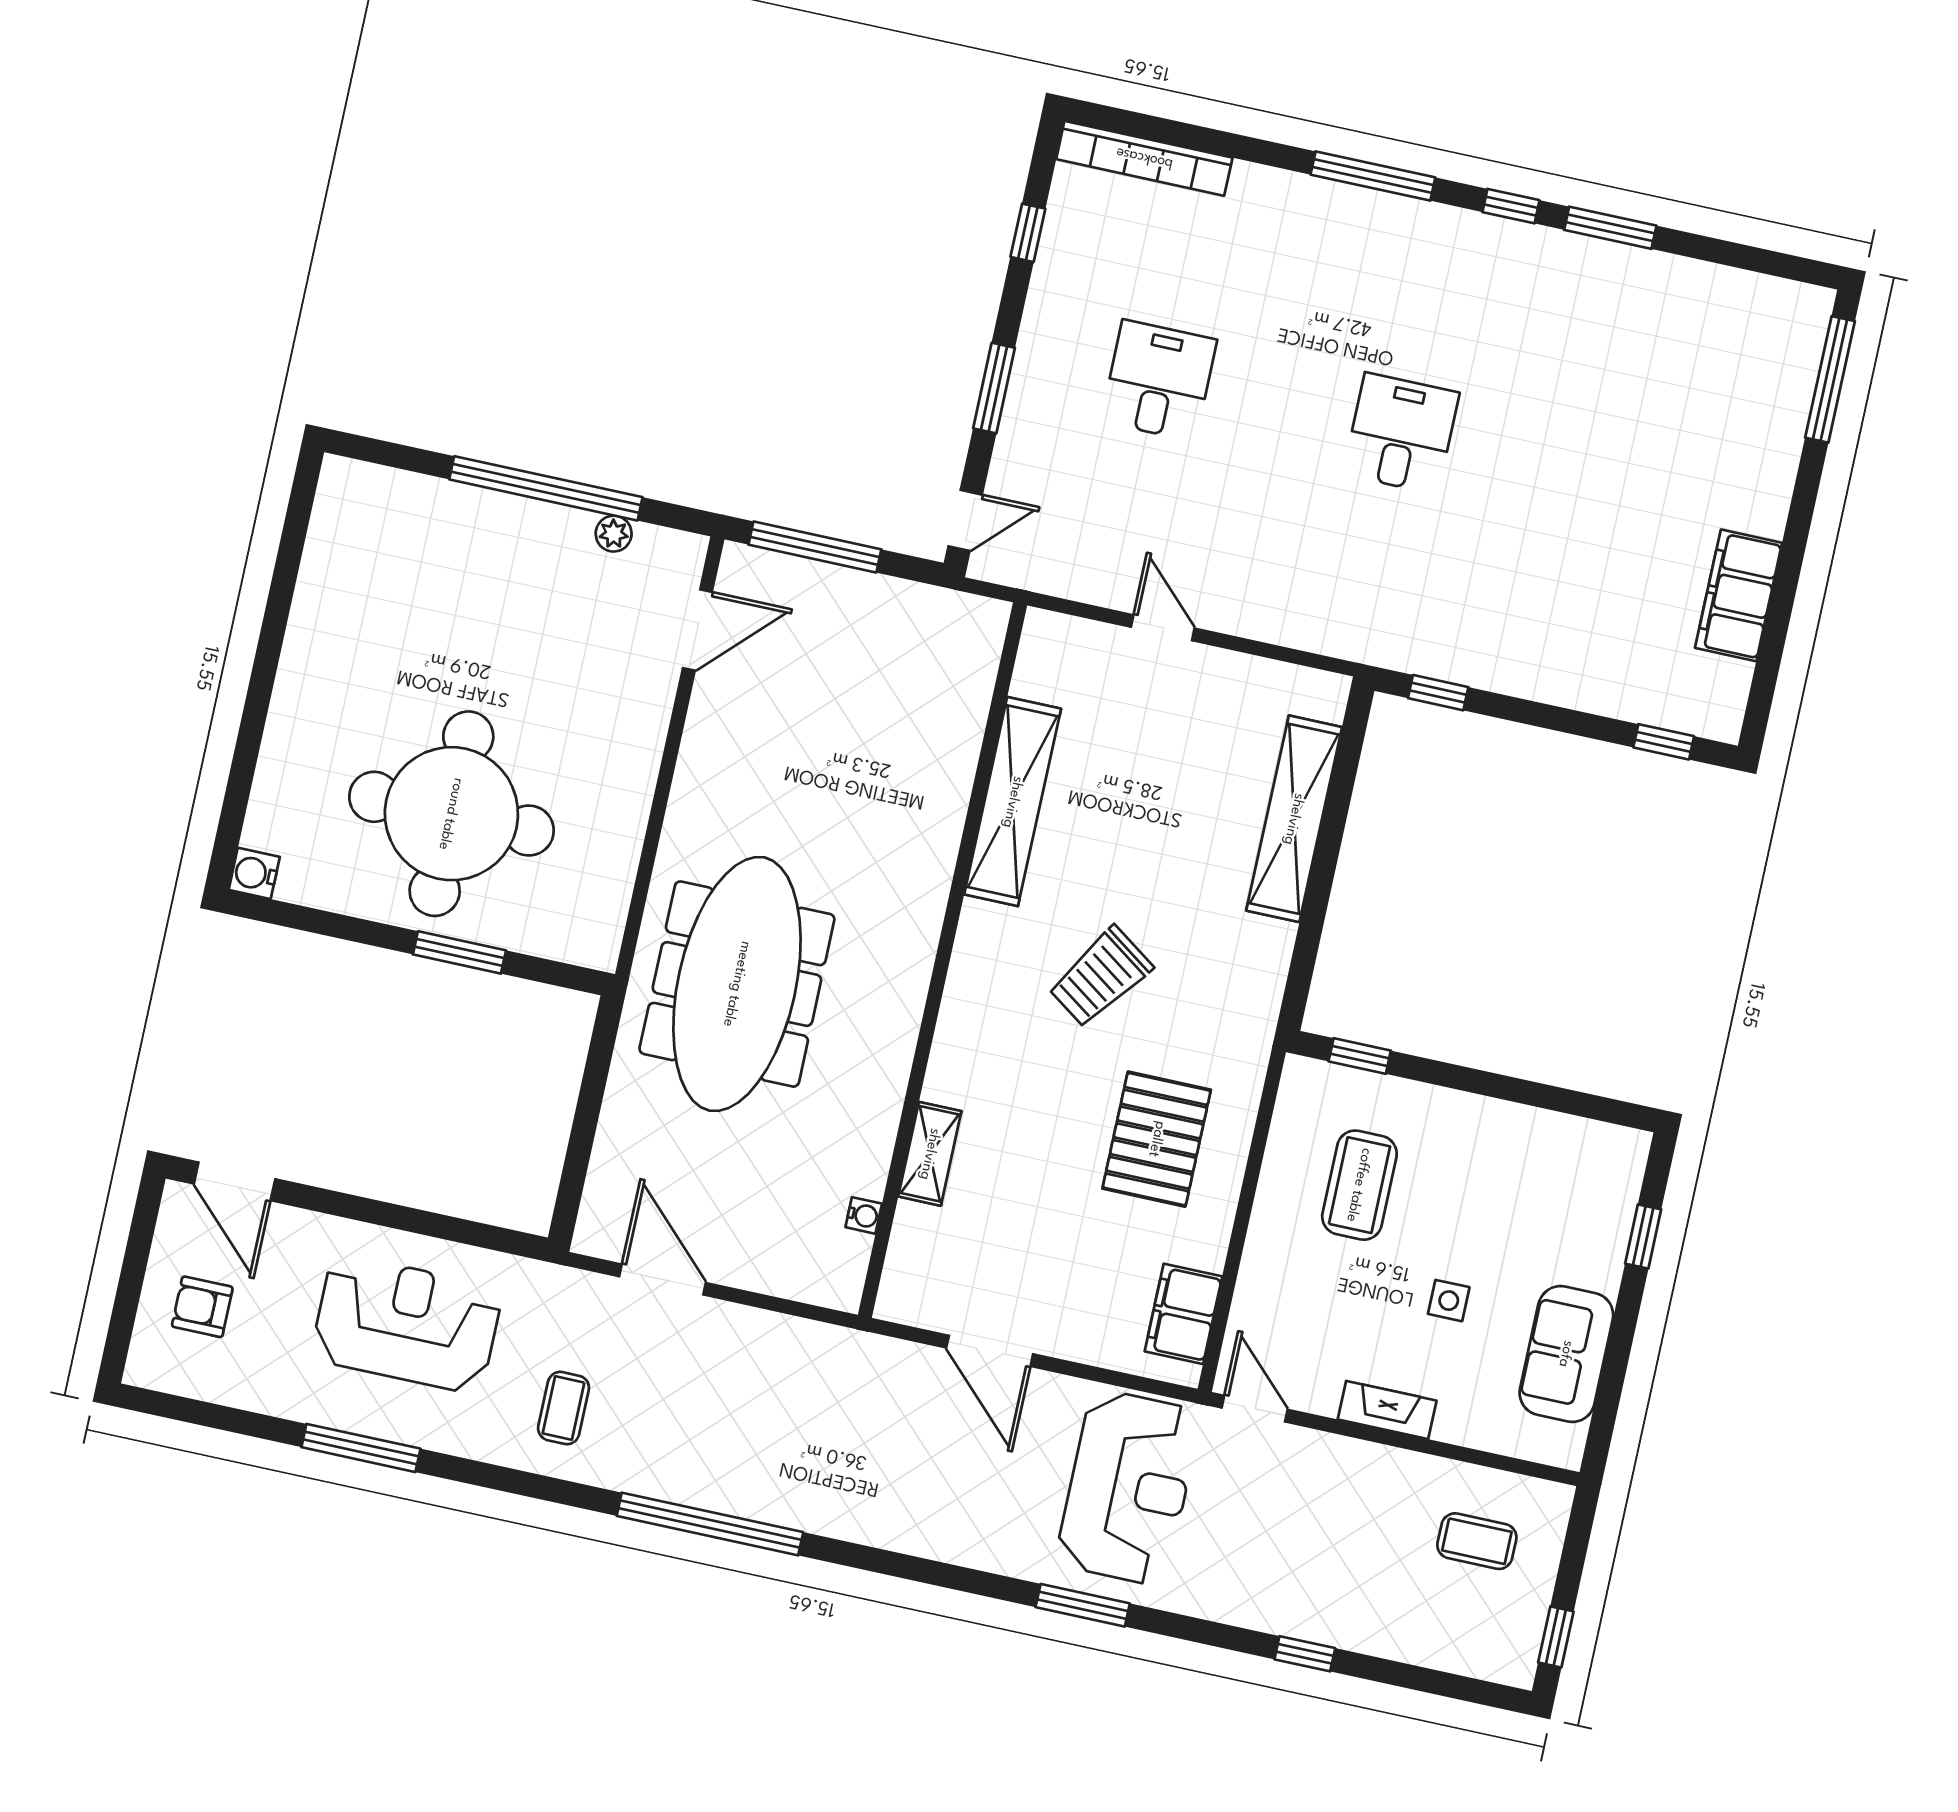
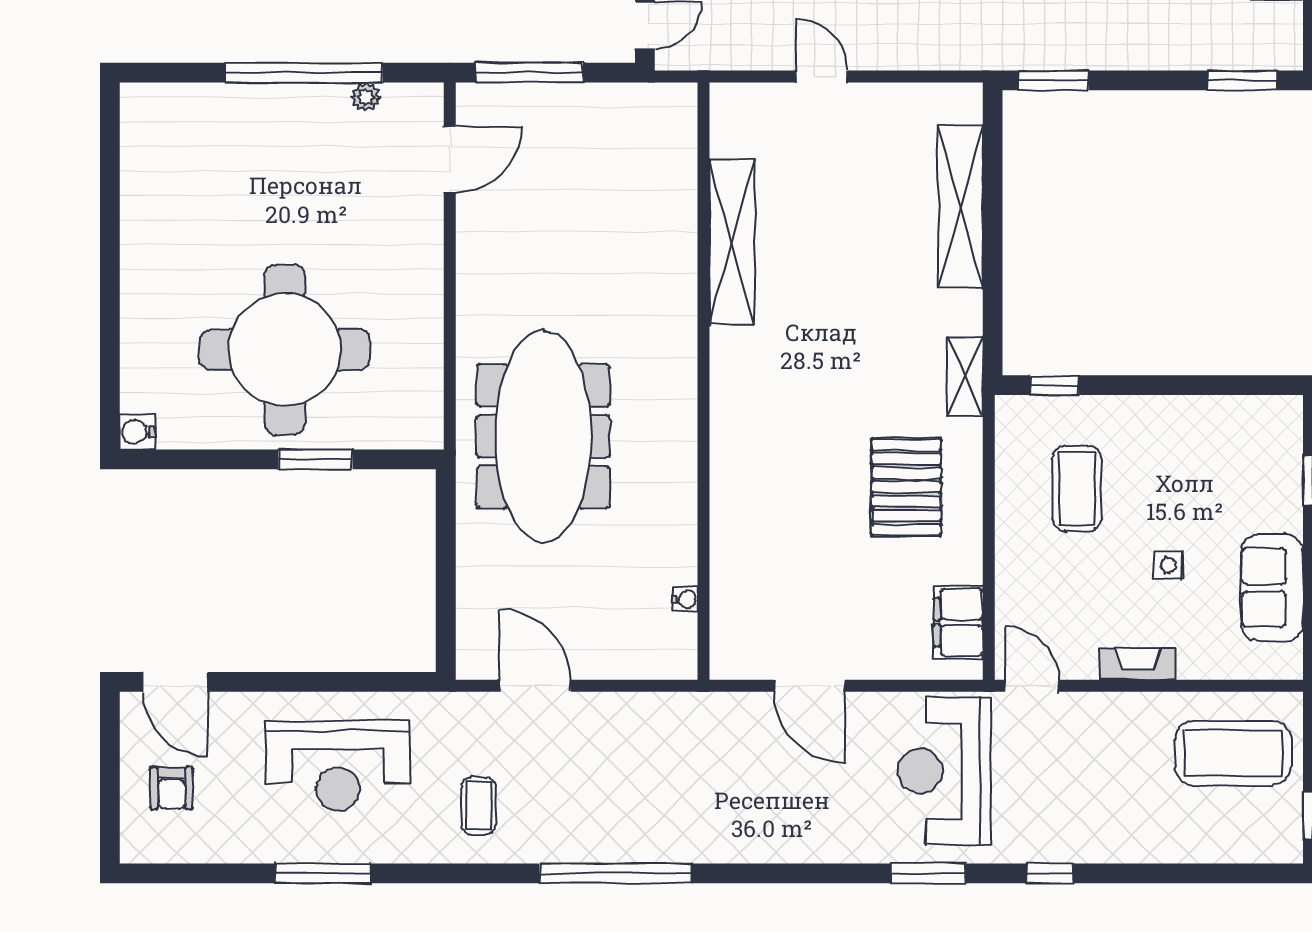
window: (1438, 693) -> (1054, 80), width x1.50
window: (1664, 742) -> (1243, 80), width x1.50
trolley: (1100, 977) -> (833, 367), removed
shelving: (930, 1154) -> (965, 376), moved
armchair: (202, 1307) -> (171, 788), turned -90
reception desk: (407, 1324) -> (338, 766), turned 180
reception desk: (1128, 1487) -> (944, 771), turned 180
coffee table: (1477, 1541) -> (1233, 753), width x1.86, depth x1.72
window: (1305, 1654) -> (1050, 873), moved

